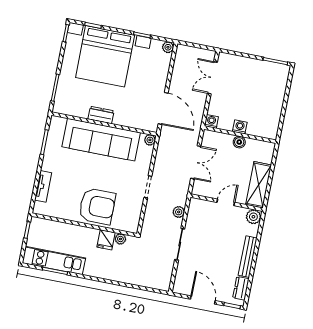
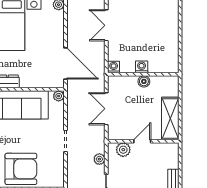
double door: (196, 162) -> (106, 109), swing flipped
plant: (253, 217) -> (123, 150), moved

